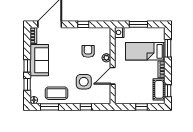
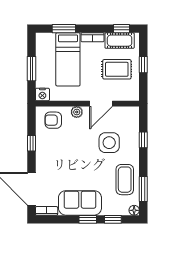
armchair: (88, 51) -> (53, 120), moved
door: (113, 76) -> (101, 104), hinge flipped
rug: (138, 87) -> (117, 69), added

